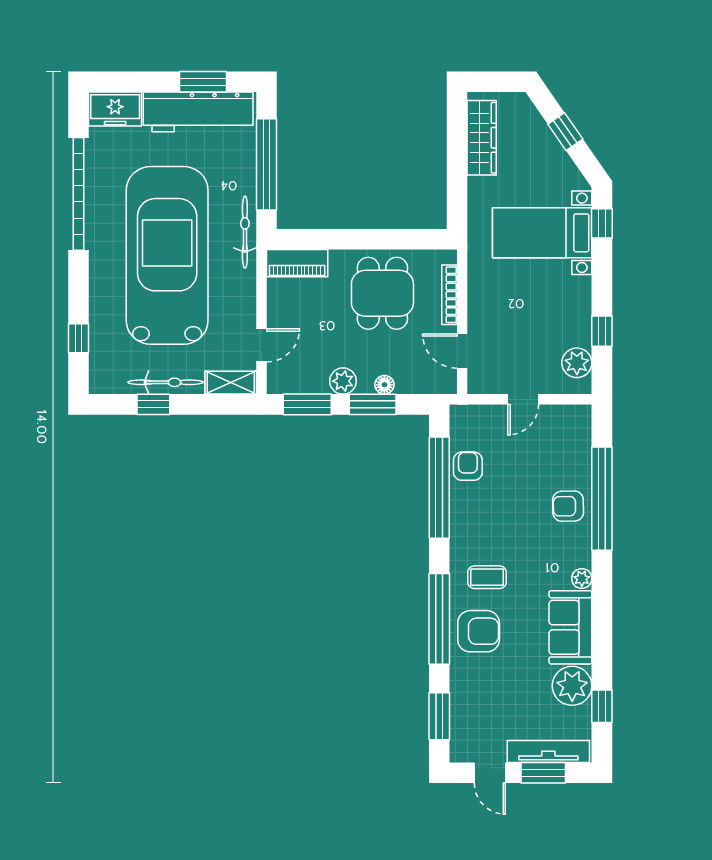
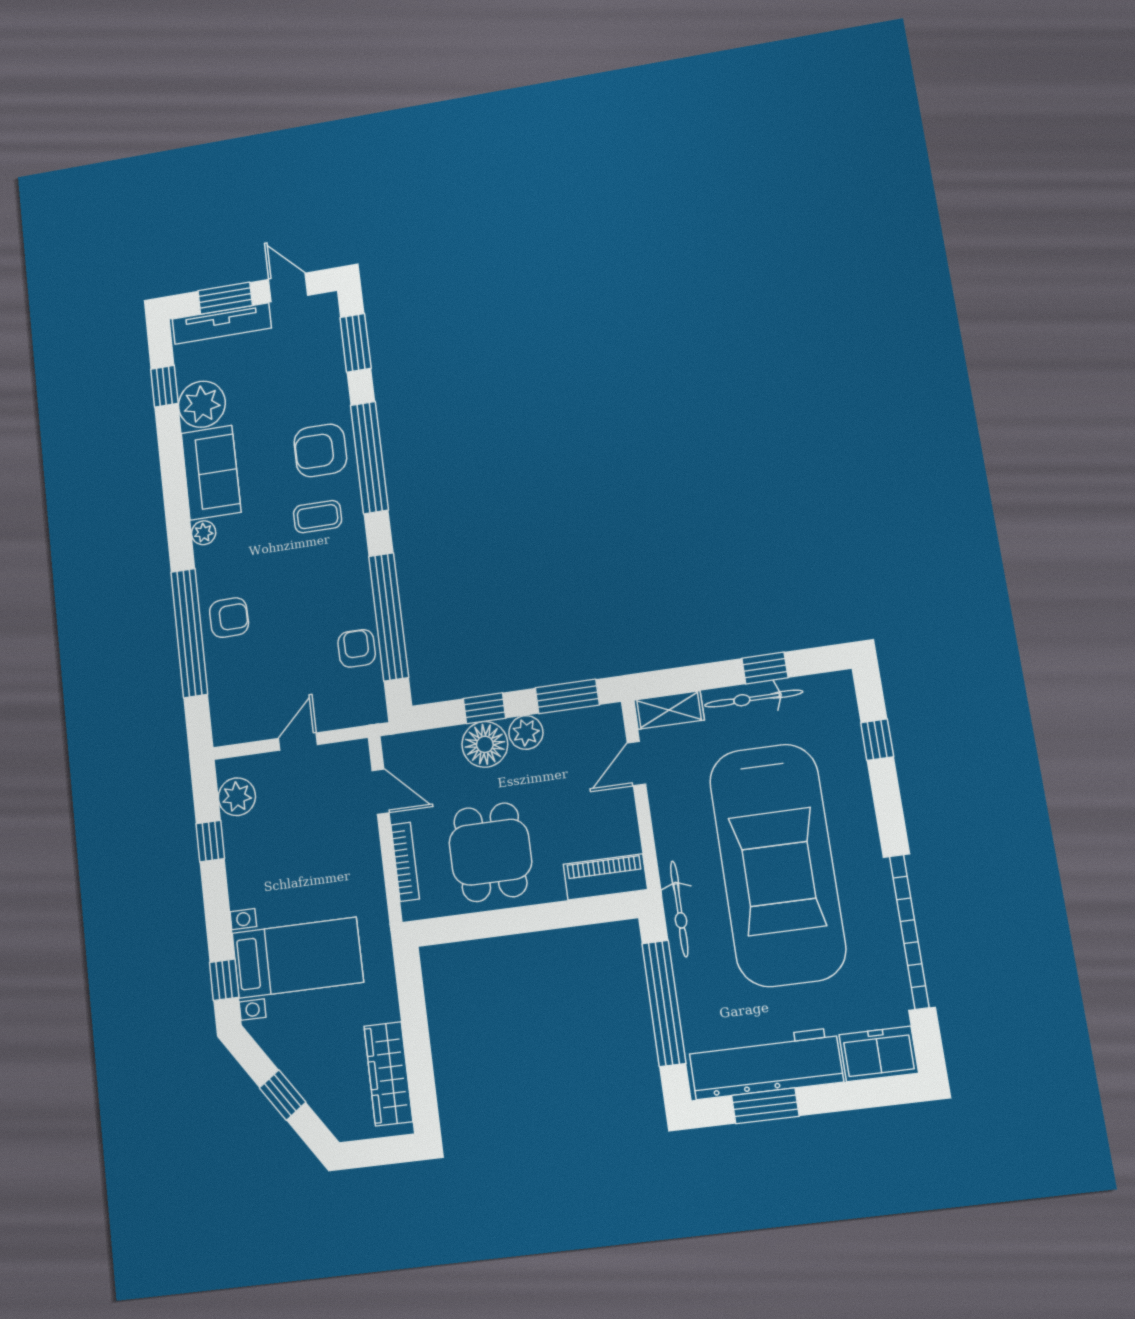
floor lamp: (384, 385) -> (485, 744), width x1.89, depth x1.89
window: (373, 404) -> (484, 708), width x0.67
armchair: (468, 466) -> (357, 648), turned 180

